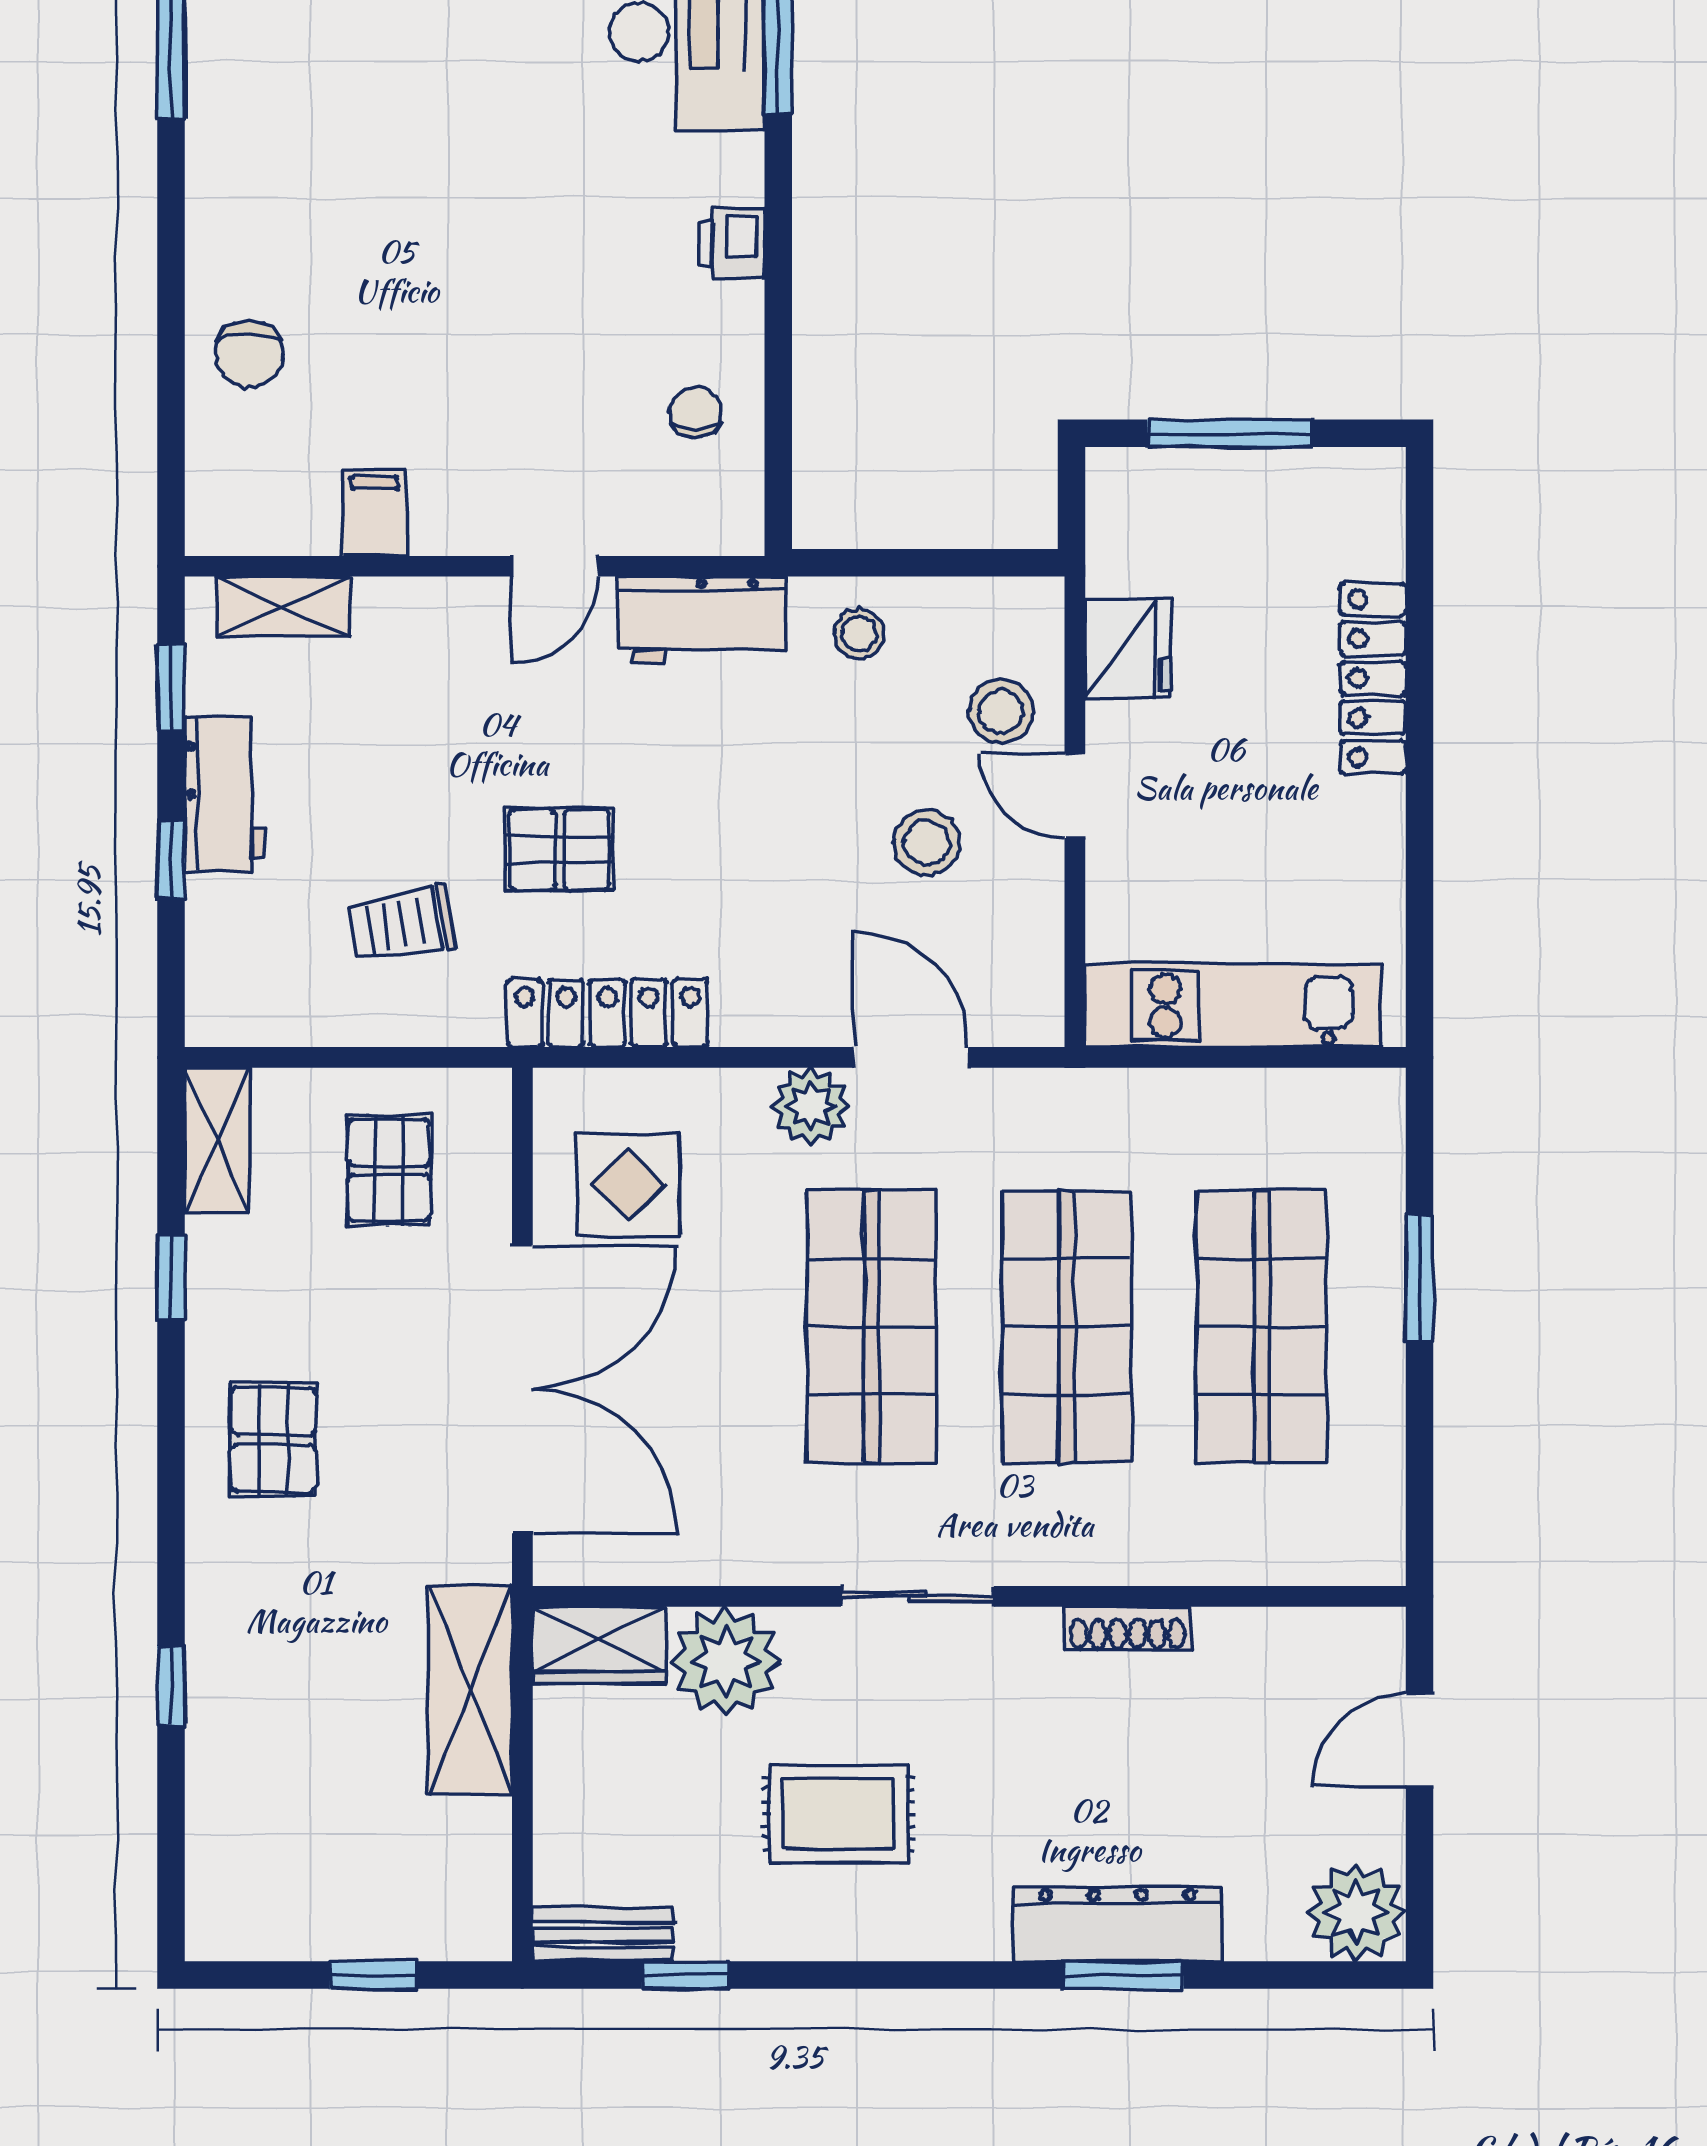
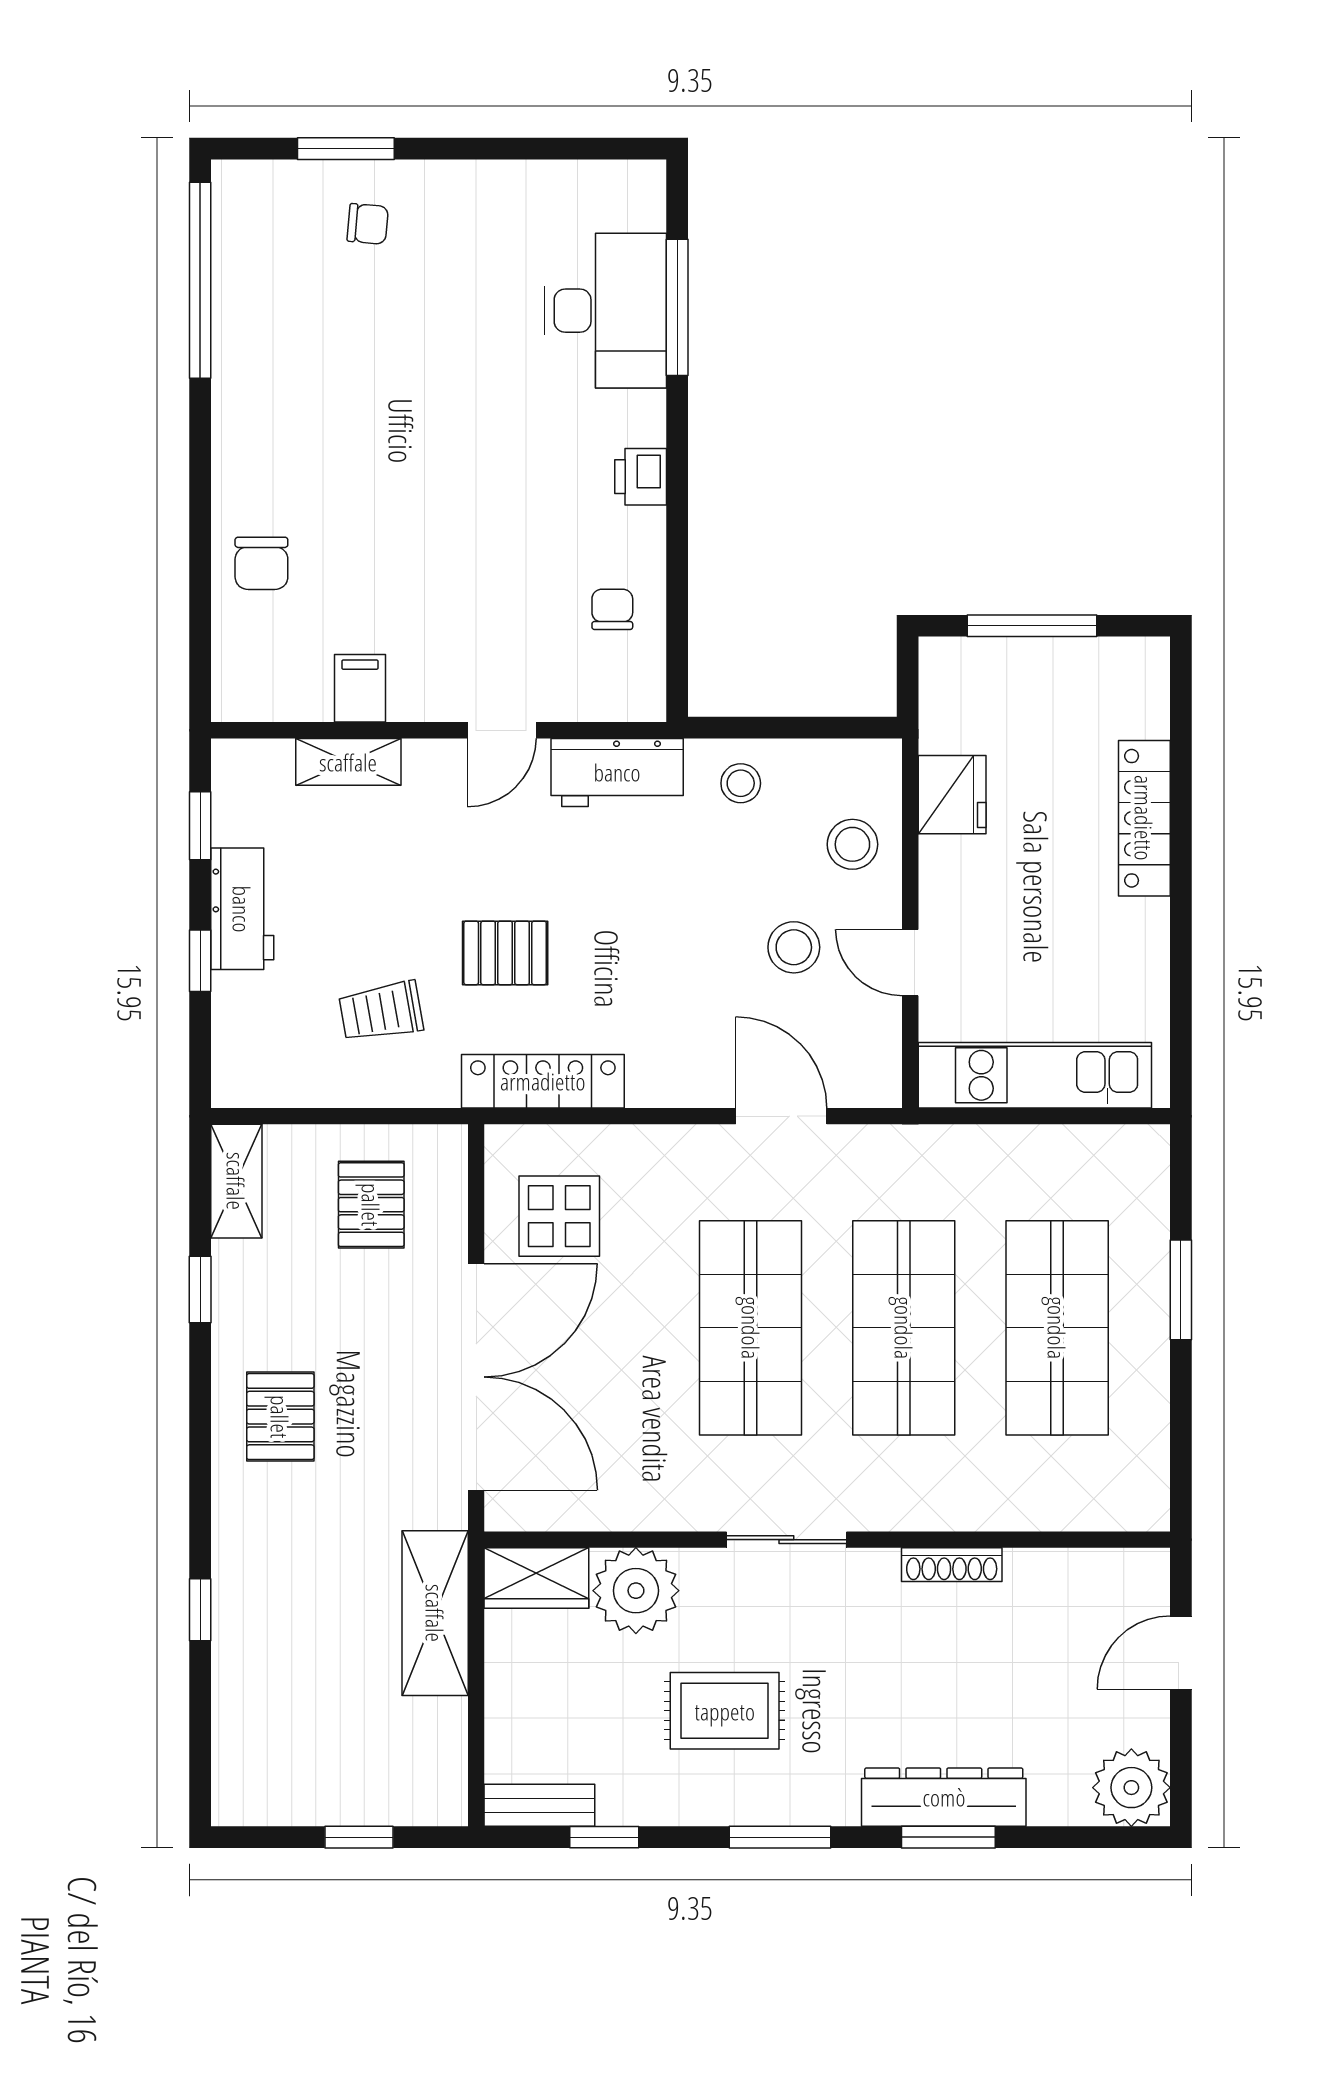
shelving: (283, 607) -> (348, 762), moved
door: (1075, 796) -> (910, 963), moved
plant: (811, 1106) -> (703, 1155), removed
window: (909, 1975) -> (780, 1837), added

